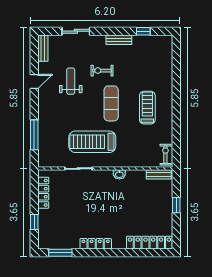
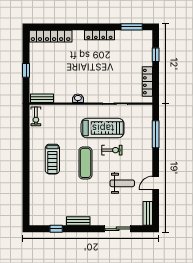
exercise bike: (102, 71) -> (112, 150), moved
weight bench: (71, 81) -> (122, 183), turned -90

